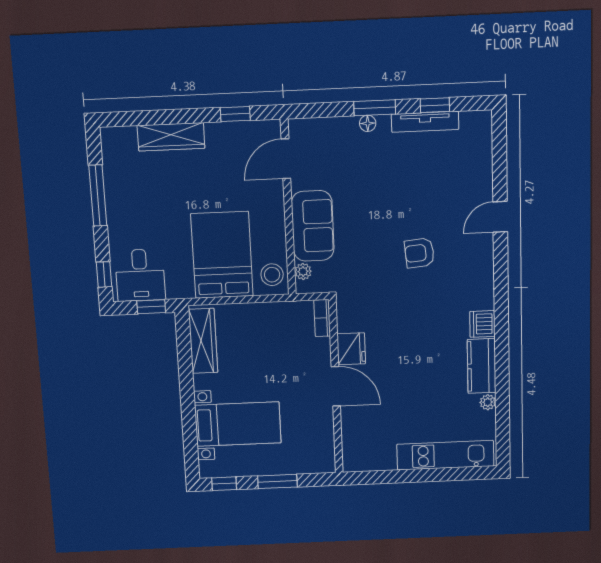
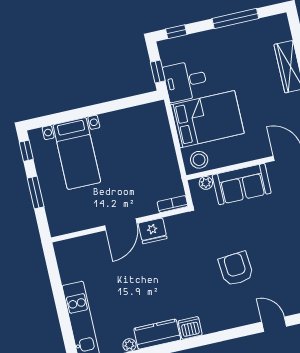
armchair: (420, 253) -> (236, 269), width x1.38, depth x1.38
desk: (140, 275) -> (185, 81), moved
wardrobe: (203, 341) -> (138, 116), removed

